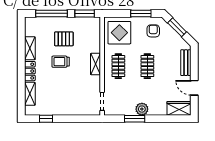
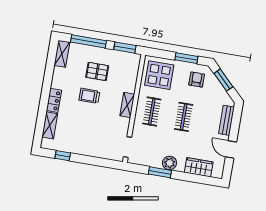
shelving: (30, 48) -> (62, 54), moved
wardrobe: (179, 108) -> (199, 167), moved

